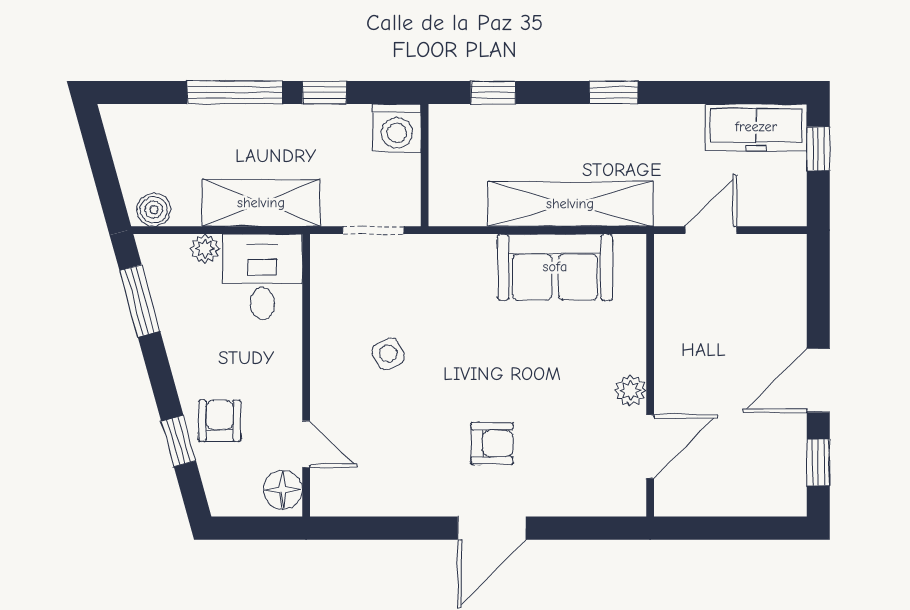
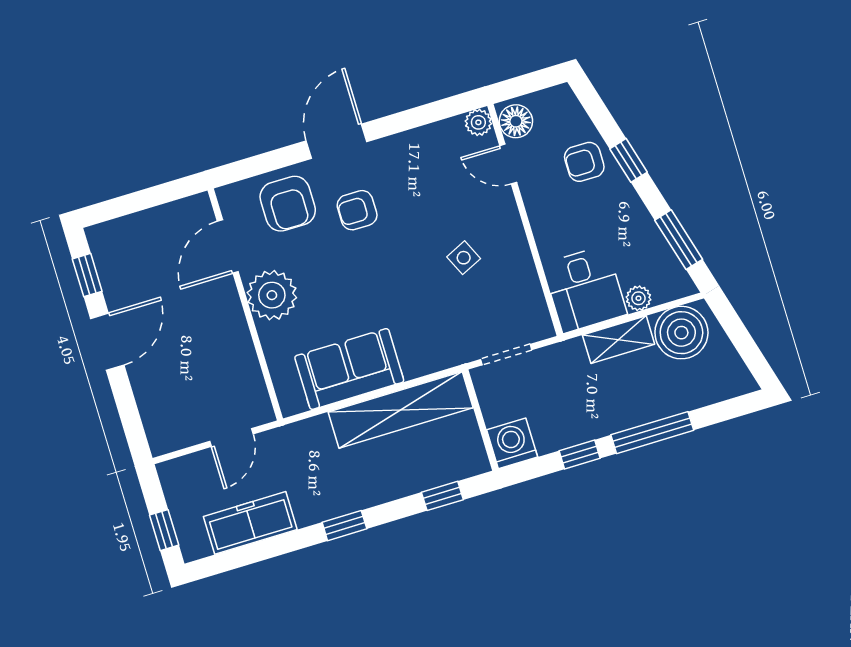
freezer: (756, 127) -> (250, 523), moved
shelving: (261, 203) -> (619, 340), width x0.67, depth x0.75
shelving: (570, 204) -> (401, 410), moved
boiler: (154, 210) -> (681, 333), width x1.86, depth x1.86
plant: (631, 390) -> (272, 295), width x1.88, depth x1.88
armchair: (220, 421) -> (584, 162), turned 90
window: (179, 441) -> (629, 160), moved
armchair: (568, 475) -> (288, 204), added
plant: (325, 501) -> (478, 122), added

